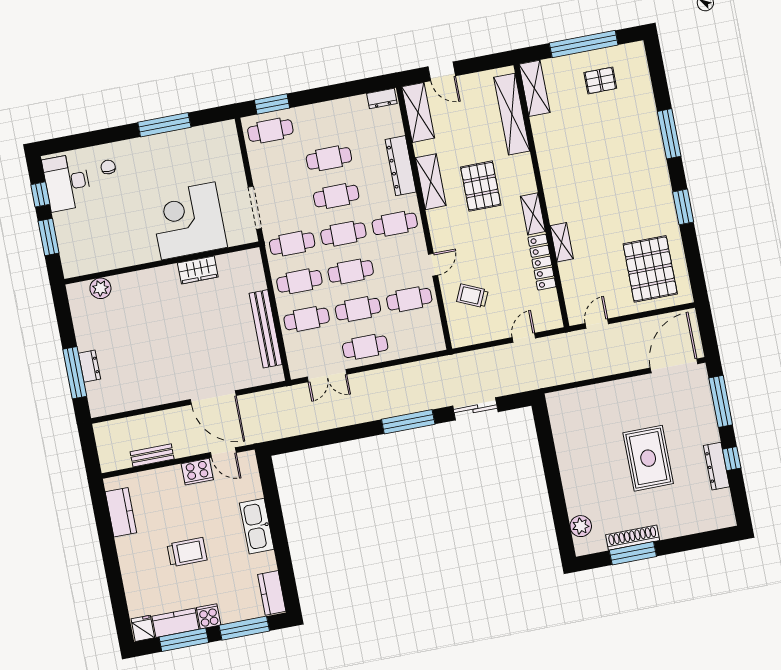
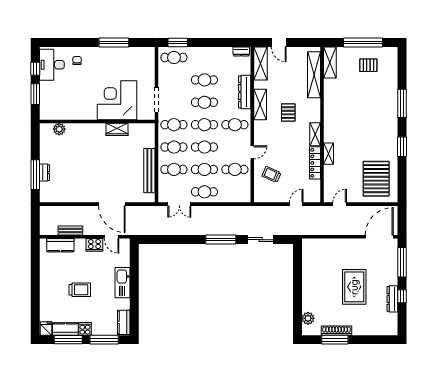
pallet: (481, 186) -> (288, 113), width x0.67, depth x0.71
kitchen counter: (121, 512) -> (60, 245), moved, turned 90

